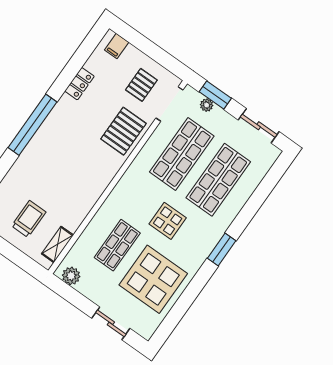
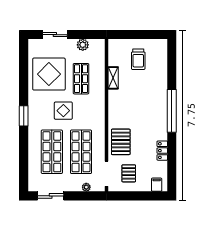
window: (215, 95) -> (86, 196), removed
shelving: (58, 244) -> (113, 78), moved
plant: (71, 276) -> (83, 45), moved

